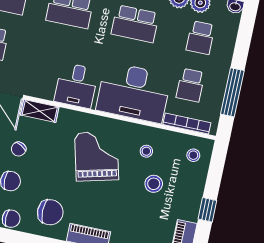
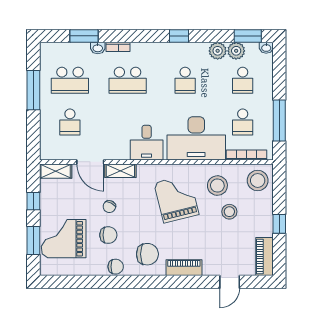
school desk: (135, 24) -> (185, 80), width x0.54
stool: (146, 151) -> (217, 186), width x1.89, depth x1.89
stool: (193, 155) -> (258, 180), width x1.89, depth x1.89

